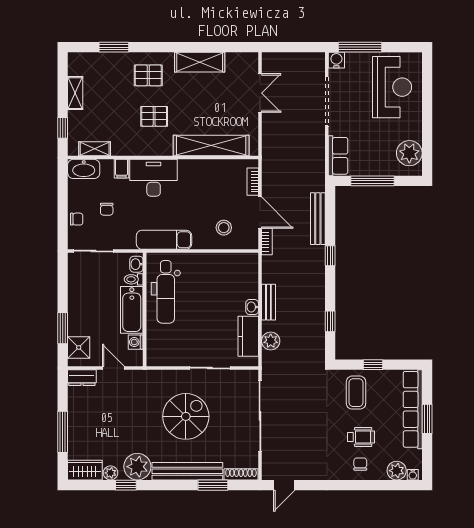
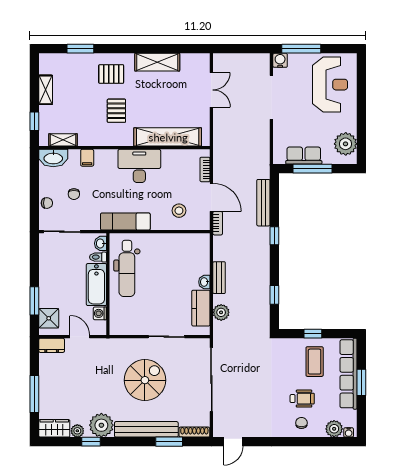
pallet: (154, 116) -> (116, 111), turned 90
row of seats: (338, 156) -> (304, 156), moved, turned -90
desk: (154, 178) -> (139, 166), moved
coffee table: (356, 393) -> (315, 362), moved

